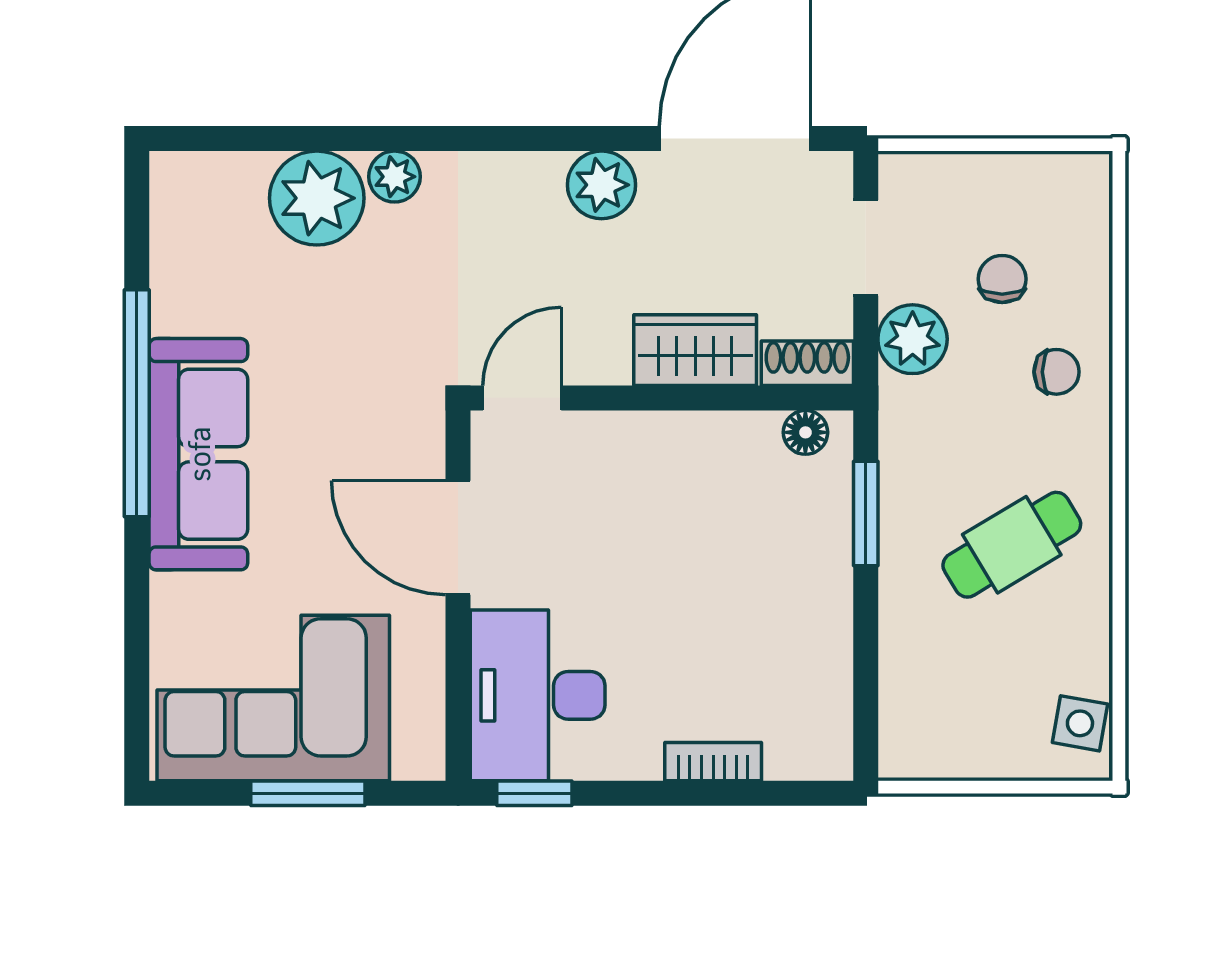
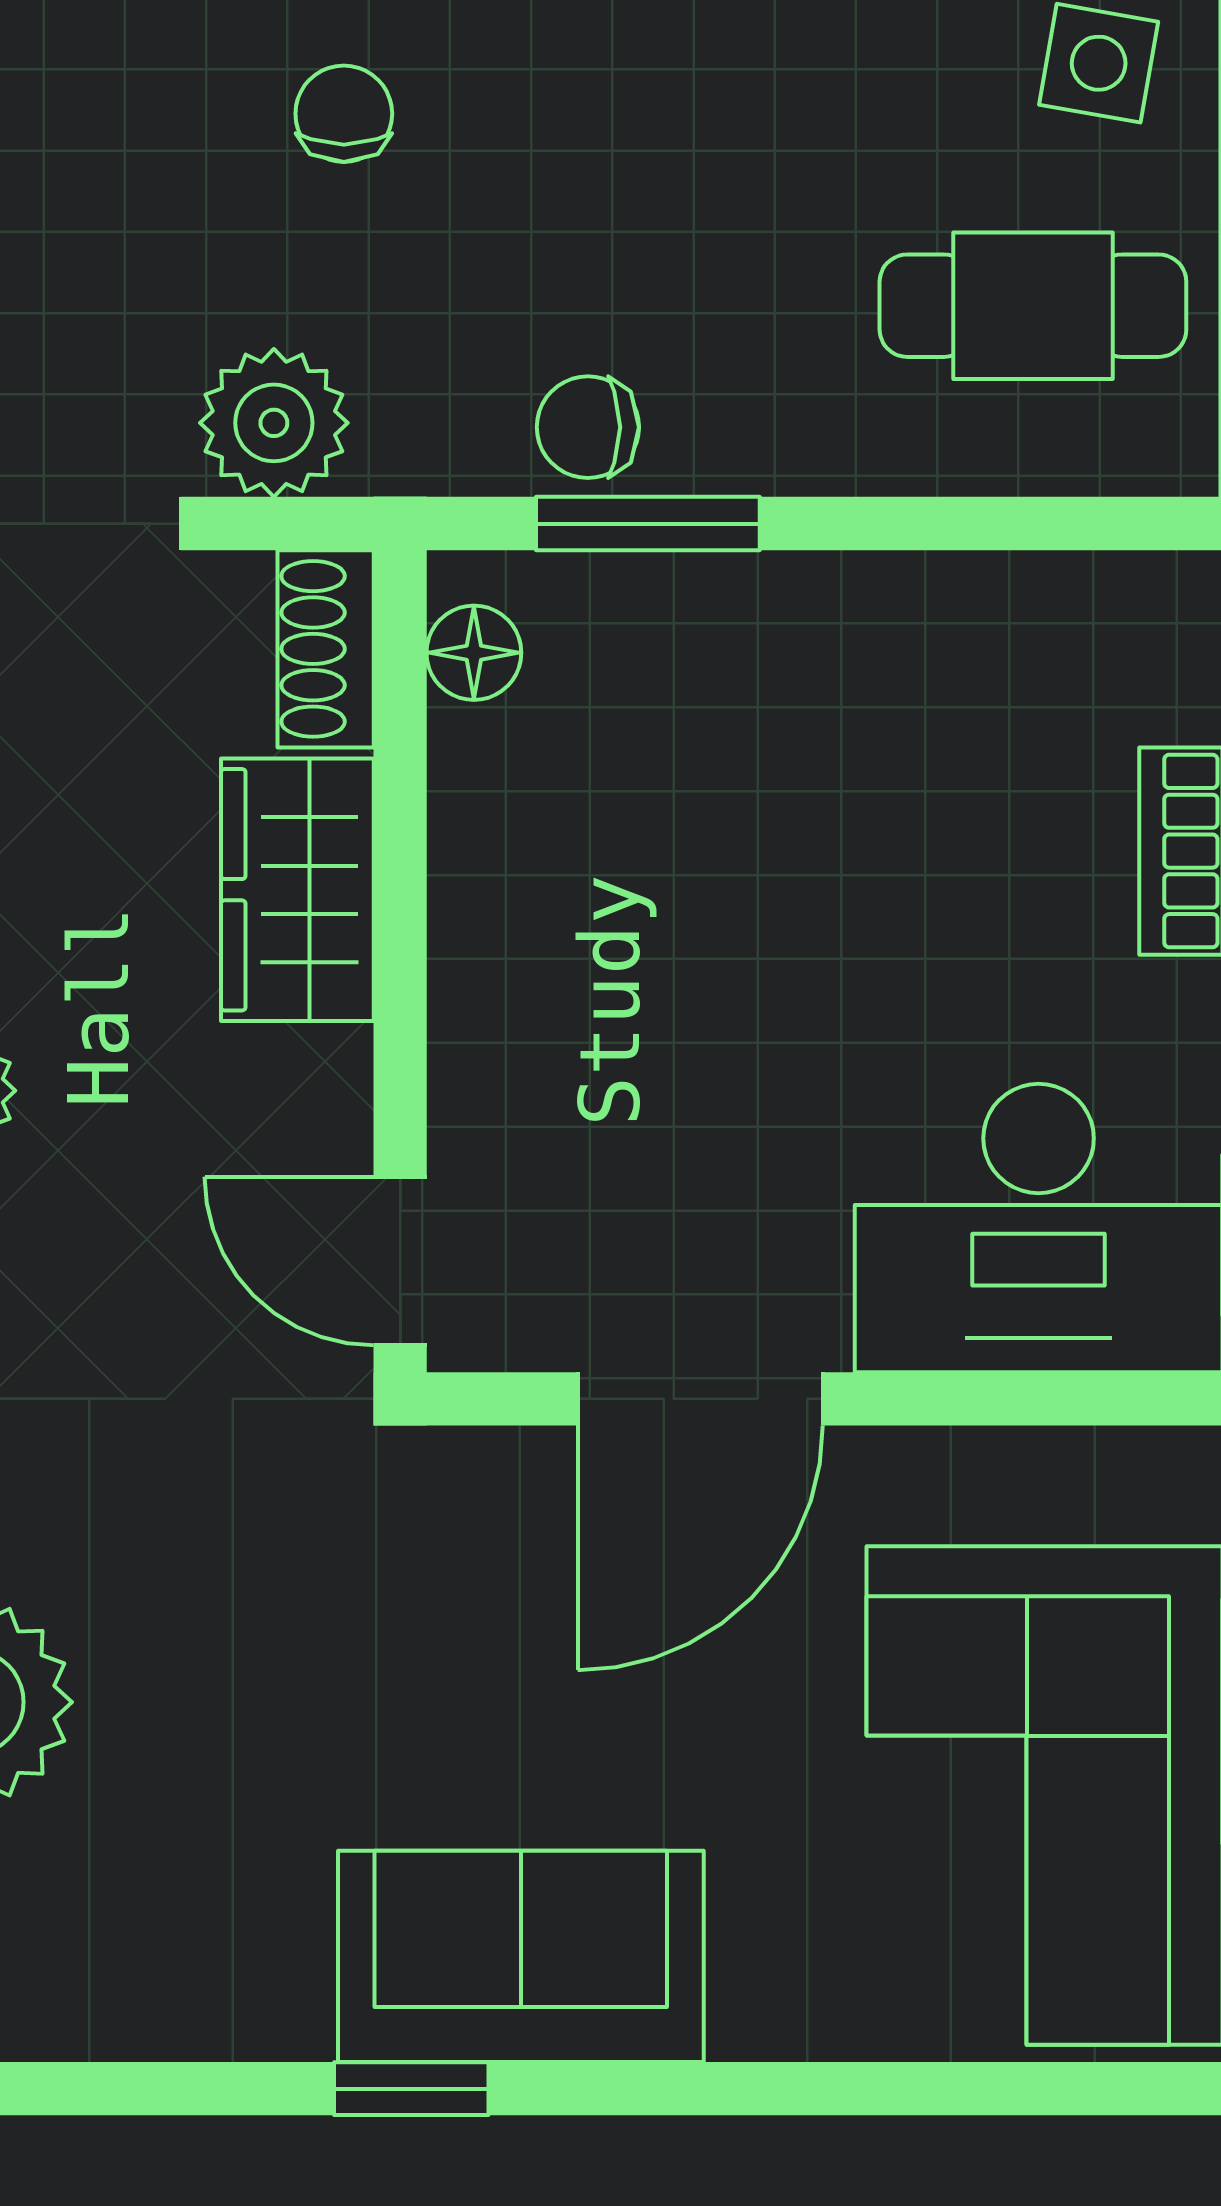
chair: (1002, 279) -> (588, 427), moved
window: (137, 403) -> (411, 2089), width x0.32
sofa: (198, 454) -> (521, 1956), width x0.73
cafe table: (1012, 545) -> (1033, 306), moved, turned -59

